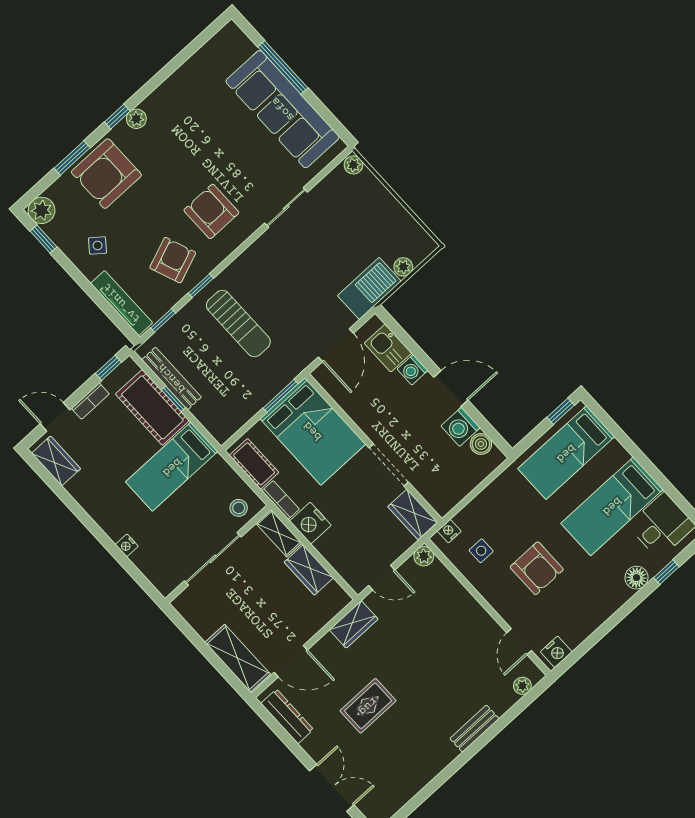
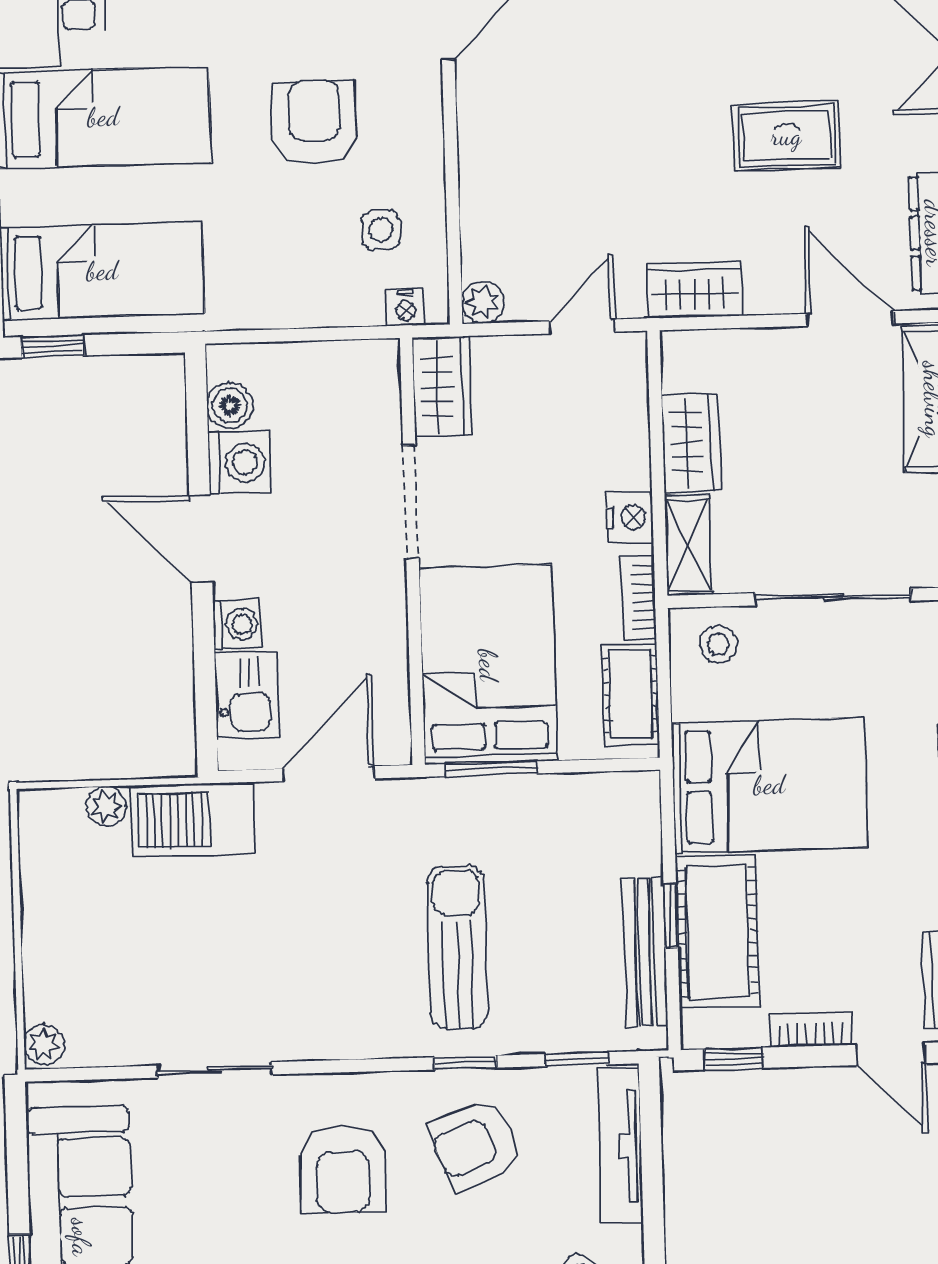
bed: (172, 467) -> (769, 785), width x1.50
nightstand: (310, 523) -> (630, 517), width x0.74, depth x0.75
door: (382, 578) -> (582, 326), hinge flipped

